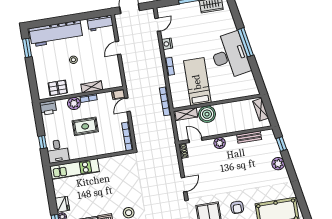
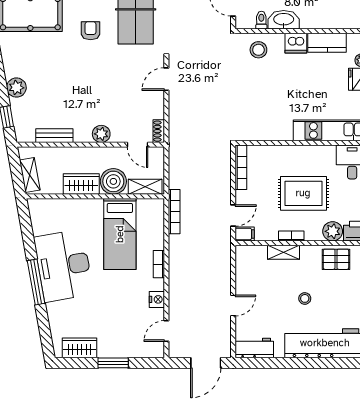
plant: (74, 103) -> (333, 231), moved
wardrobe: (227, 109) -> (81, 184), added
rug: (85, 126) -> (303, 193), width x1.36, depth x1.43

